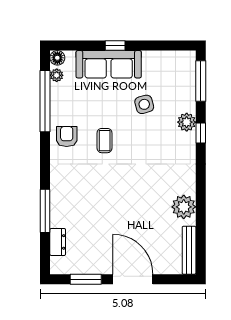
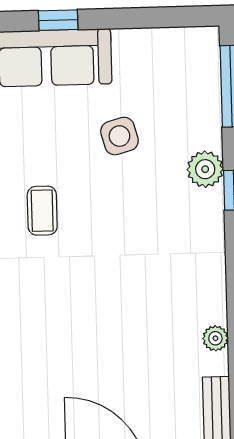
plant: (184, 207) -> (215, 338), width x0.53, depth x0.53

